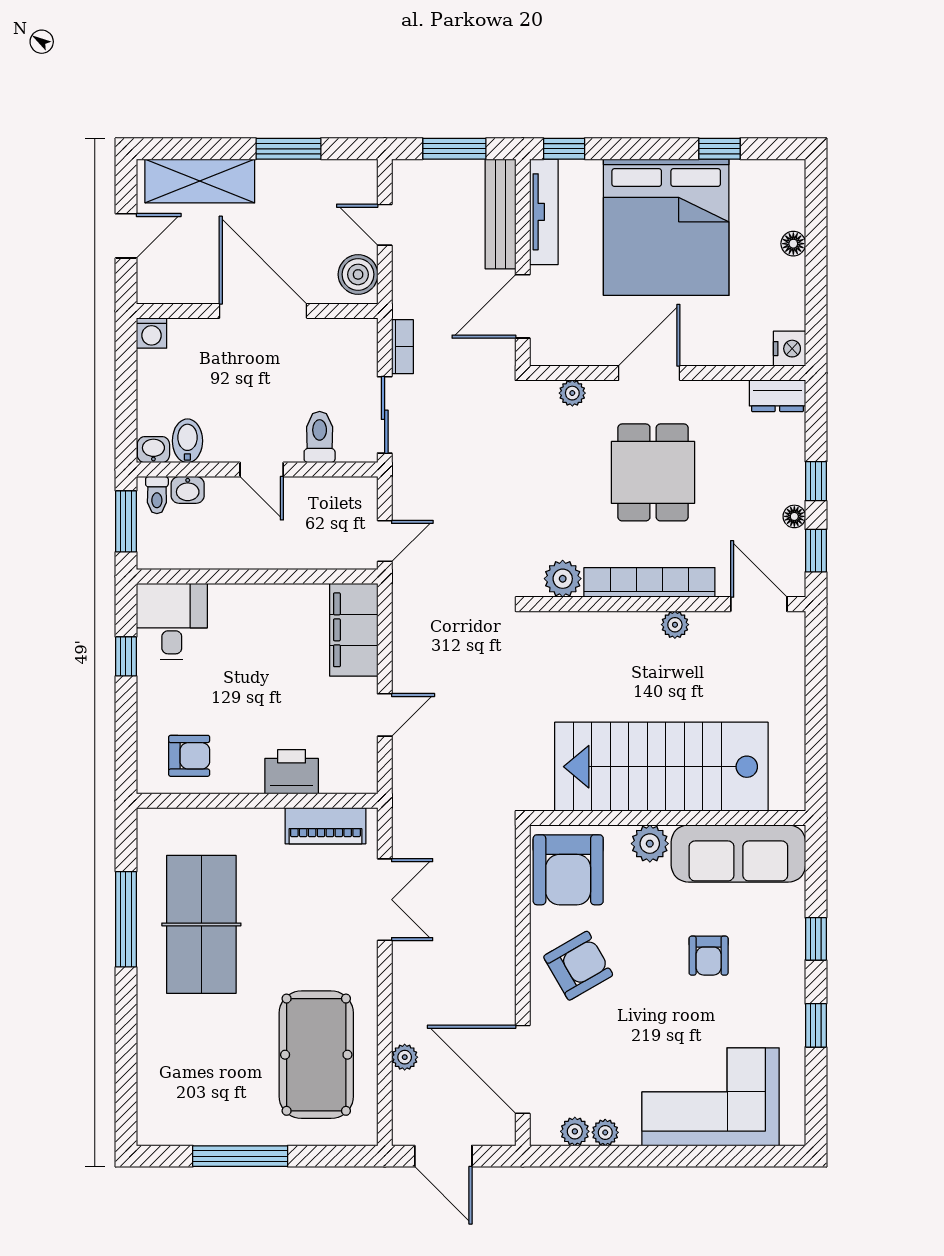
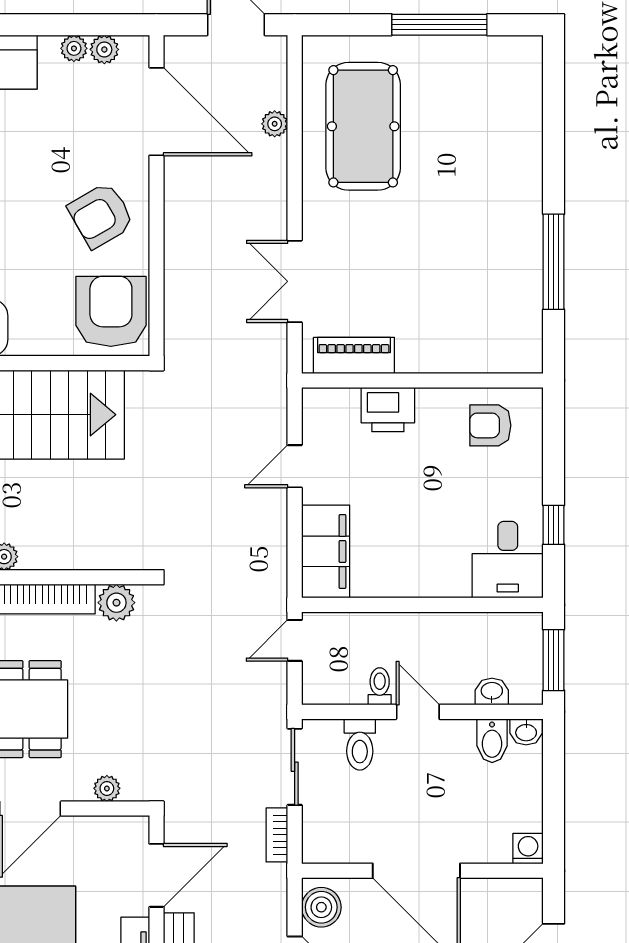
toilet: (157, 495) -> (380, 686), moved
plant: (650, 844) -> (29, 338), removed
table tennis table: (201, 924) -> (478, 257), removed

